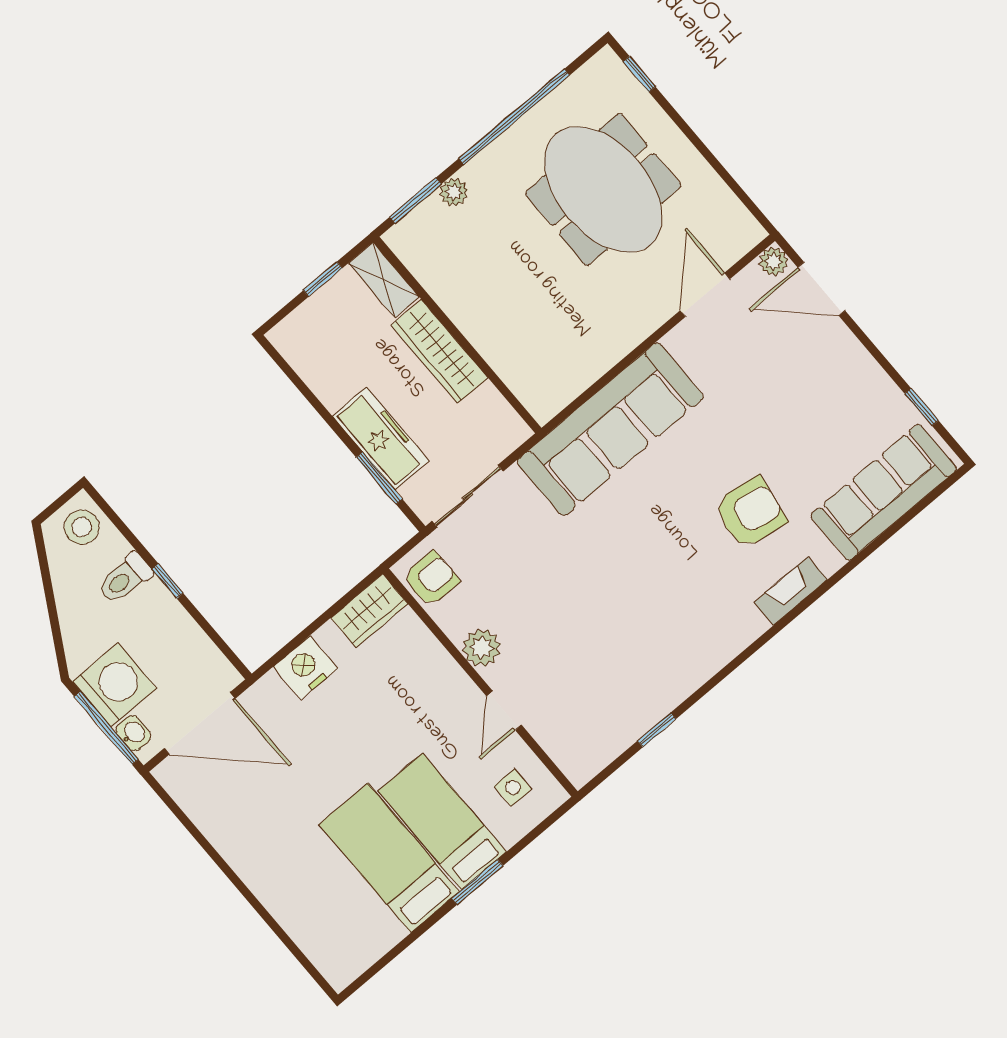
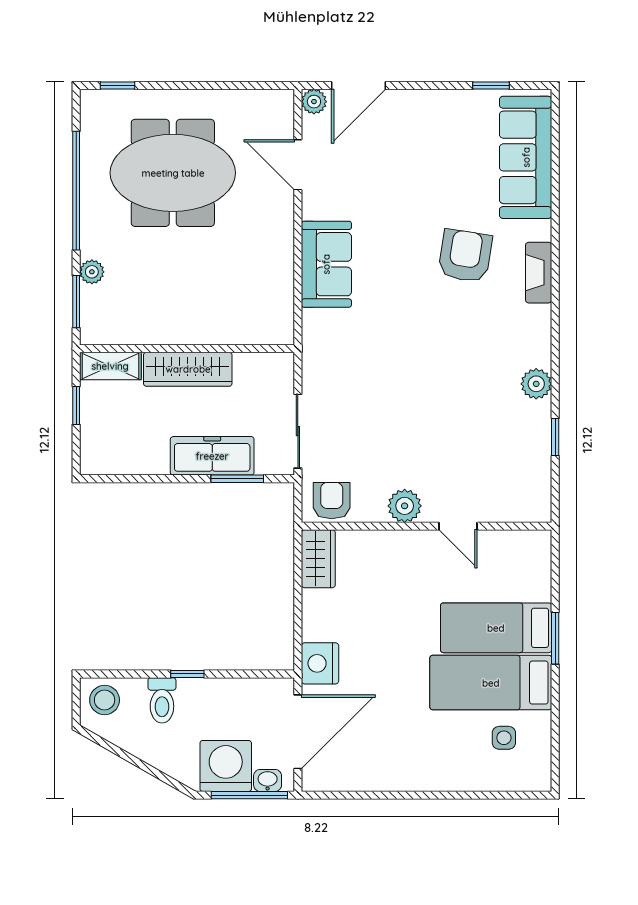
sofa: (610, 429) -> (326, 264), width x0.54, depth x0.79
nightstand: (306, 667) -> (320, 663), moved
plant: (690, 673) -> (536, 384), added
side table: (513, 788) -> (504, 738), moved

